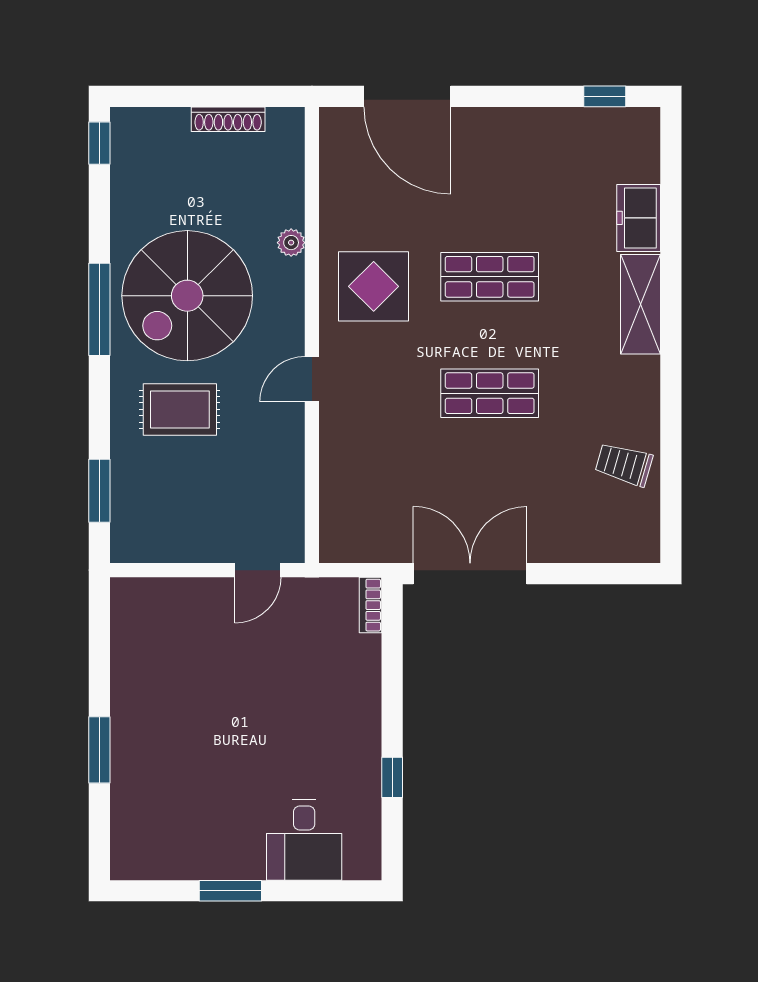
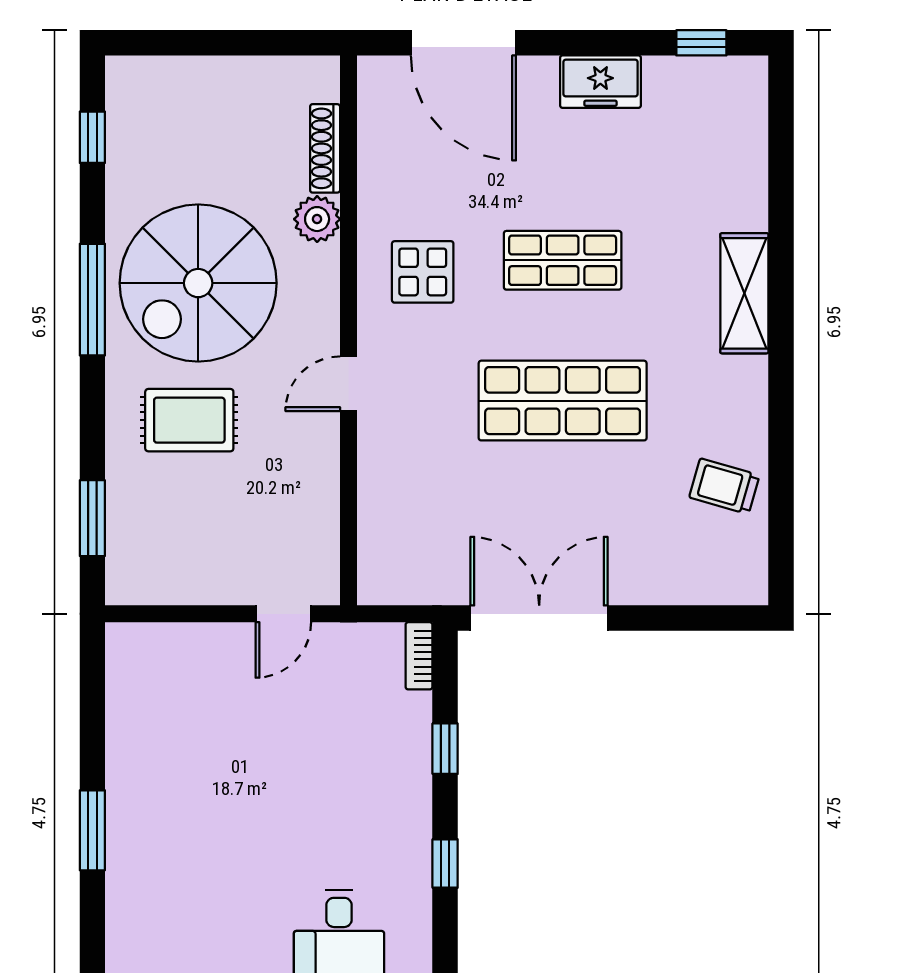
shoe rack: (228, 119) -> (325, 148), moved, turned 90
window: (99, 143) -> (92, 137), moved
freezer: (639, 218) -> (600, 82), moved, turned -90
plant: (291, 243) -> (317, 219), width x1.38, depth x1.38
display table: (374, 286) -> (423, 272), width x0.73, depth x0.73
shop shelf: (490, 393) -> (563, 401), width x1.43, depth x1.36
window: (392, 682) -> (445, 749), added

